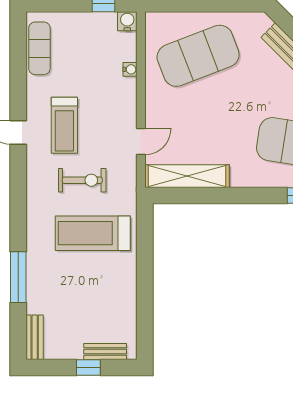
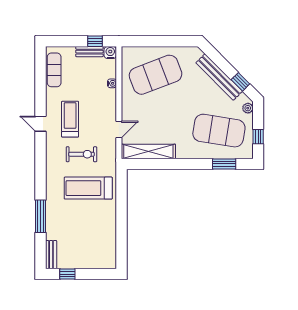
treadmill: (64, 125) -> (70, 119), turned 180
bench: (105, 352) -> (89, 52), moved
window: (88, 368) -> (67, 274), moved

